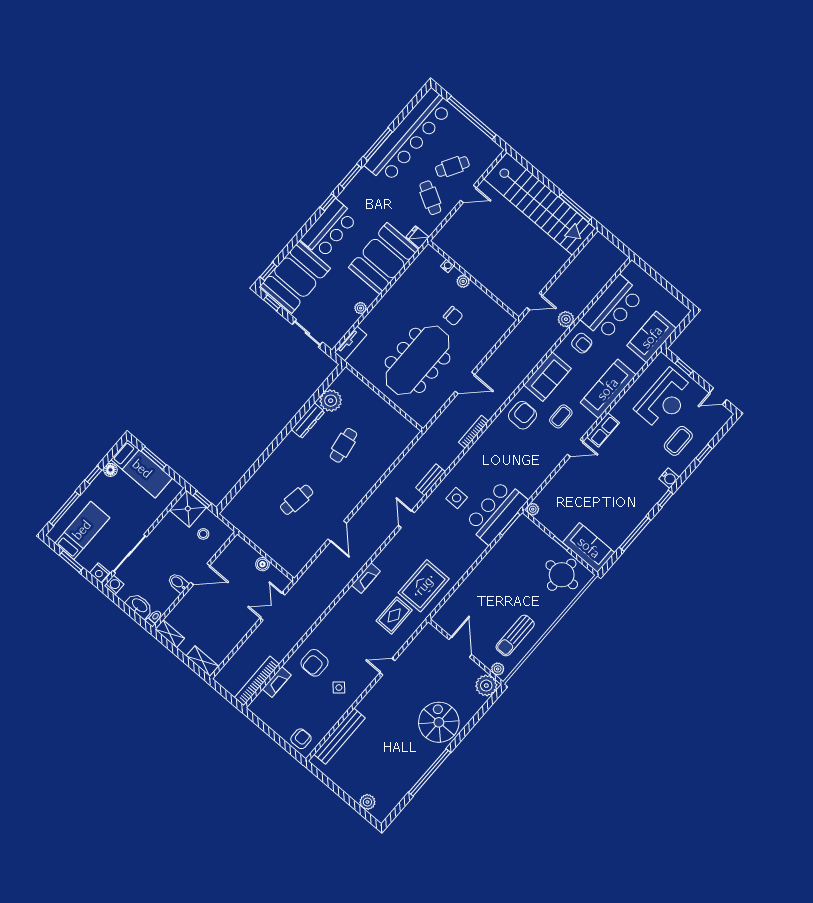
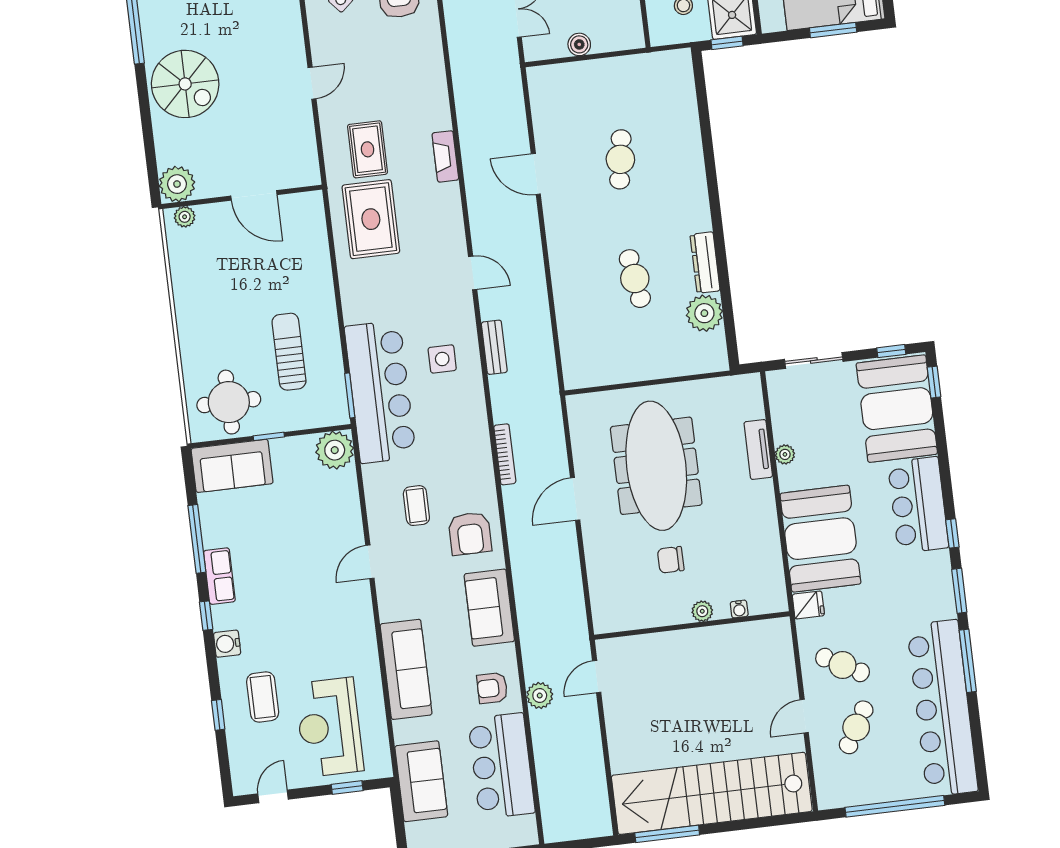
tv unit: (351, 343) -> (758, 449), moved
coffee table: (561, 416) -> (416, 506), moved
row of seats: (603, 430) -> (219, 576), moved, turned 180
plant: (533, 509) -> (335, 450), width x1.87, depth x1.87
bar counter: (496, 512) -> (380, 392), width x1.36
sun lounger: (515, 635) -> (289, 352), moved

